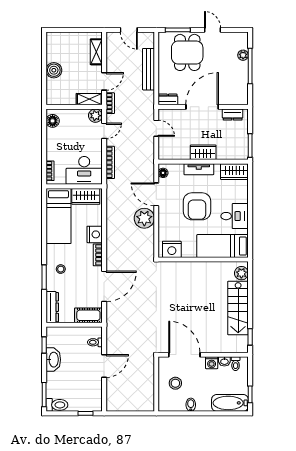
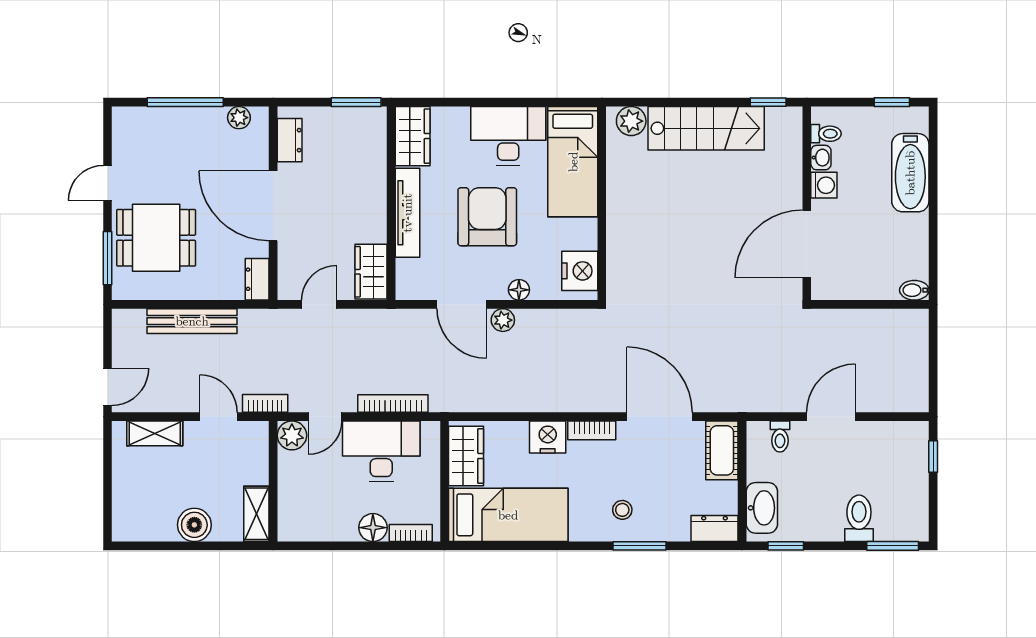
door: (129, 30) -> (108, 387), moved
plant: (243, 55) -> (239, 118), moved
shelving: (89, 99) -> (256, 514), moved
floor lamp: (53, 121) -> (373, 528), moved
door: (104, 131) -> (325, 417), swing flipped
wardrobe: (203, 152) -> (371, 272), moved
tv unit: (199, 169) -> (407, 213), width x1.41
desk: (84, 170) -> (381, 451), moved, turned -90
floor lamp: (163, 173) -> (519, 290), moved
door: (156, 194) -> (462, 304), hinge flipped
armchair: (197, 206) -> (487, 217), turned -90
desk: (235, 216) -> (508, 136), width x1.37
plant: (144, 218) -> (503, 320), width x0.53, depth x0.53
dresser: (52, 307) -> (715, 528), width x0.70
washbasin: (53, 360) -> (762, 508), moved, turned 90
door: (104, 366) -> (831, 417), hinge flipped
stool: (175, 383) -> (868, 263), removed
bathtub: (230, 403) -> (910, 173), moved
toilet: (57, 405) -> (859, 518), moved
bidet: (191, 405) -> (914, 290), moved

